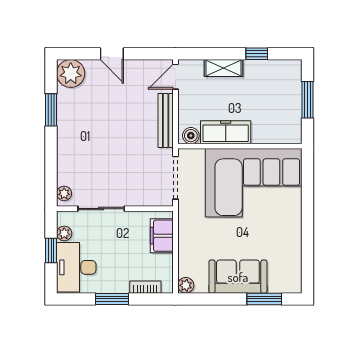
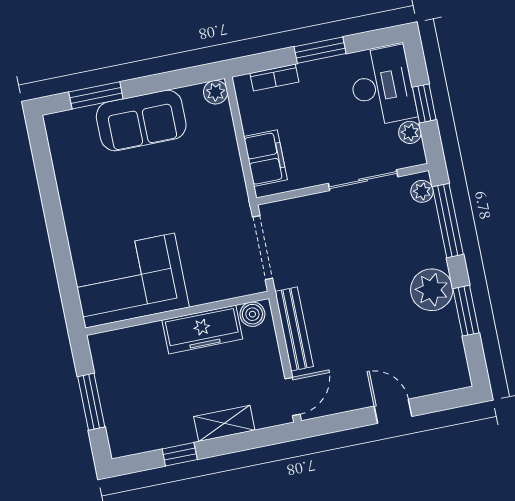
plant: (71, 73) -> (432, 290), moved
window: (51, 171) -> (448, 221), added
corner sofa: (254, 183) -> (130, 281), width x0.73, depth x0.74

